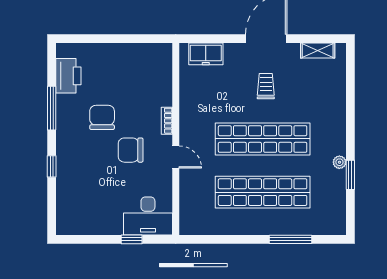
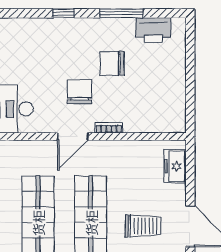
trolley: (266, 86) -> (143, 226), width x1.36, depth x1.39
chair: (102, 117) -> (112, 63), turned 180
door: (176, 157) -> (73, 136), width x1.38

